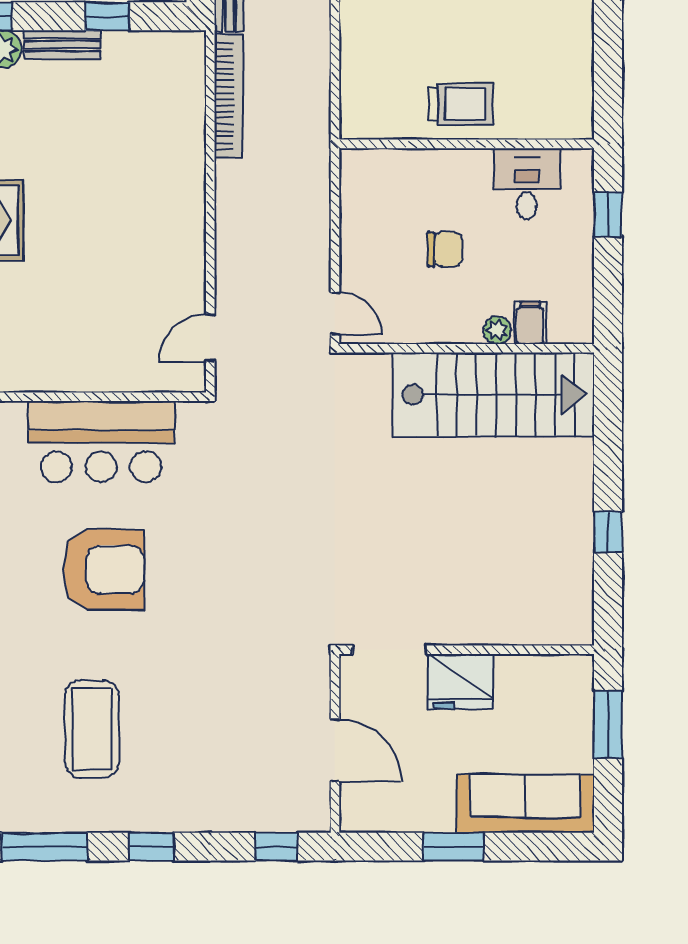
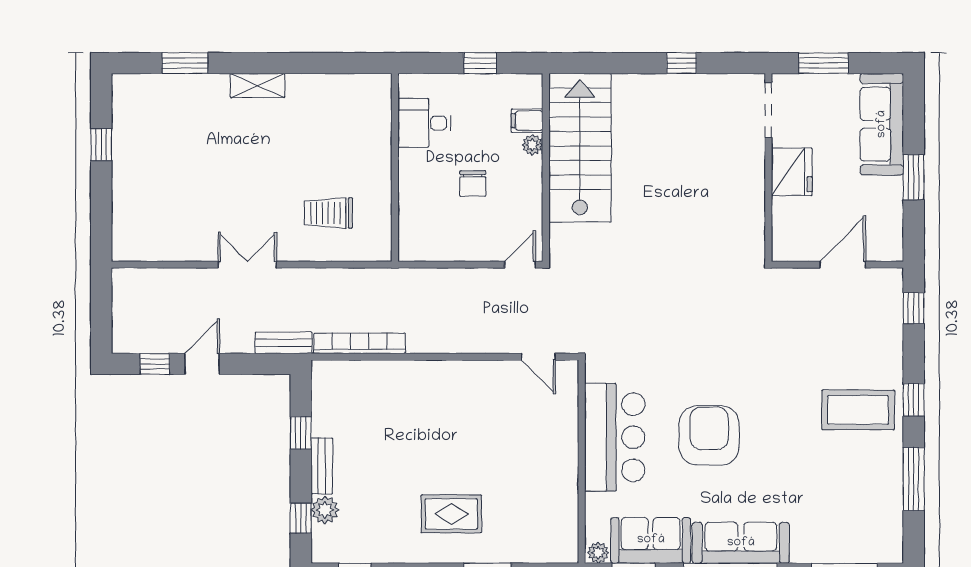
trolley: (461, 104) -> (329, 213), moved, turned -90
window: (608, 214) -> (480, 63), moved
chair: (445, 249) -> (473, 183), turned 180
doorway: (389, 650) -> (768, 110), moved
coffee table: (92, 729) -> (858, 410), moved

